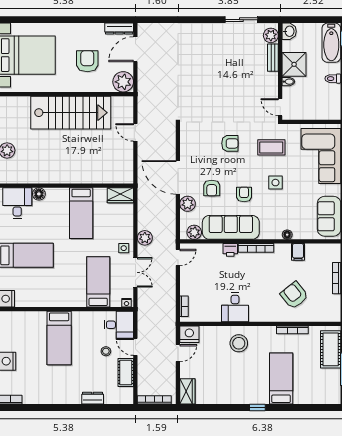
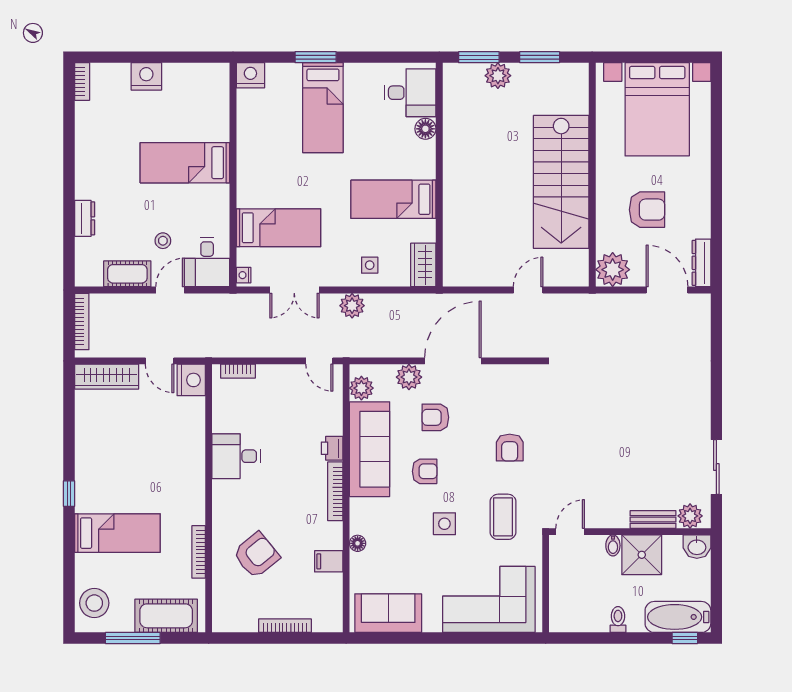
side table: (124, 248) -> (370, 265), moved
stool: (239, 343) -> (94, 603), moved
wardrobe: (187, 391) -> (107, 377), width x1.50

